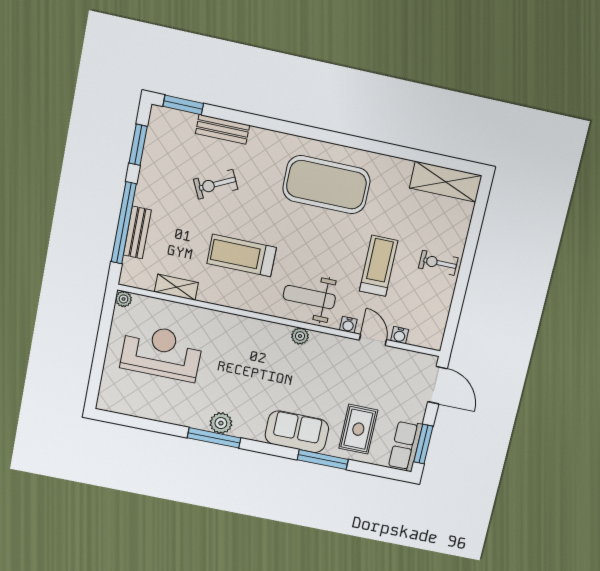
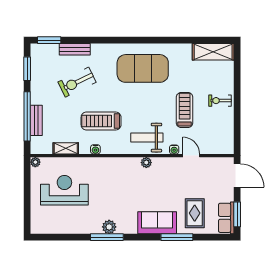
exercise bike: (216, 184) -> (77, 82), width x1.38, depth x1.39
water cooler: (400, 335) -> (95, 149), moved

